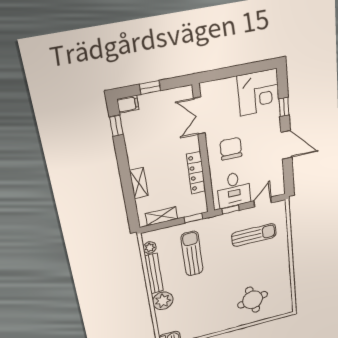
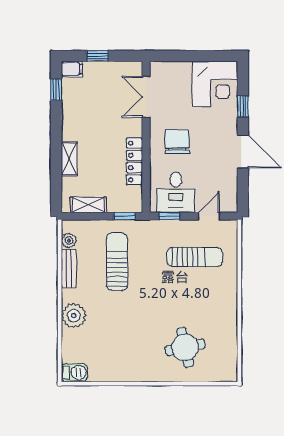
bench: (154, 273) -> (69, 269), width x0.73

